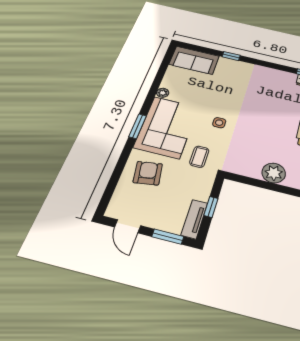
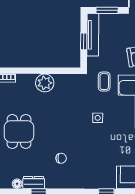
chair: (273, 96) -> (61, 158), added
tv unit: (194, 219) -> (93, 35), width x1.41

